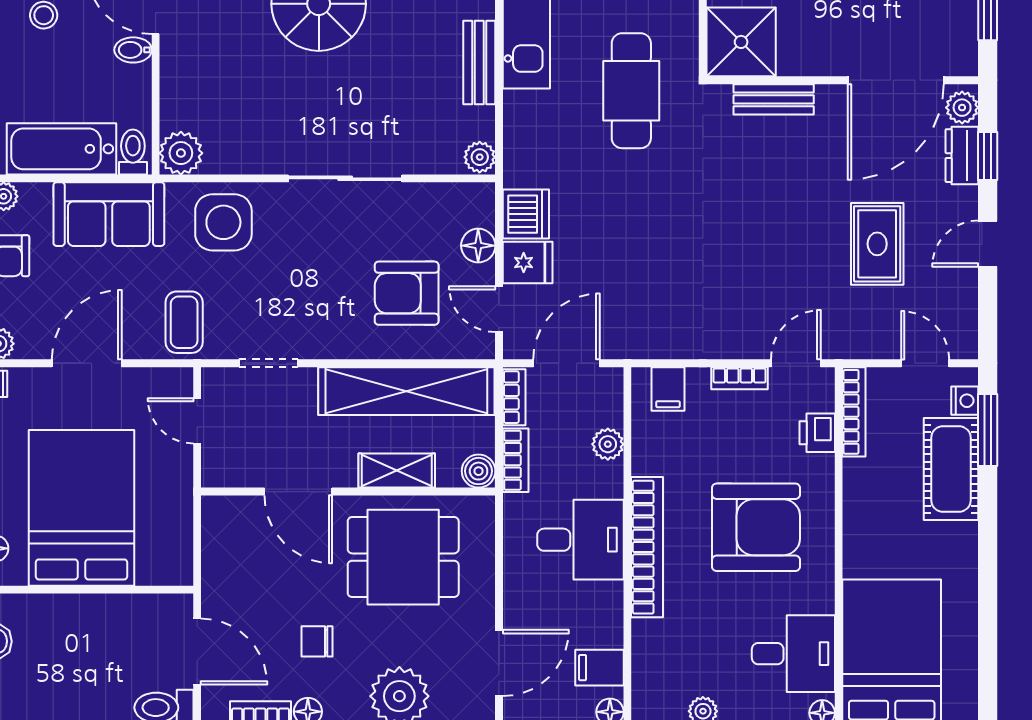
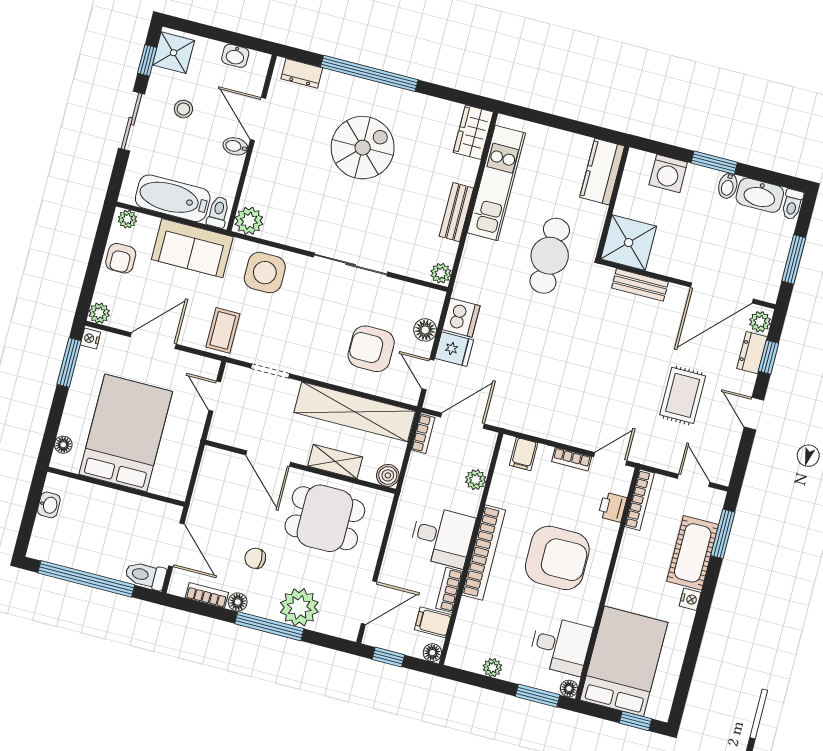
door: (988, 244) -> (754, 414), hinge flipped
nightstand: (965, 401) -> (690, 599), moved
bookcase: (516, 460) -> (449, 590), moved, turned 180

